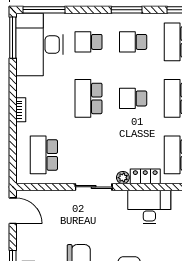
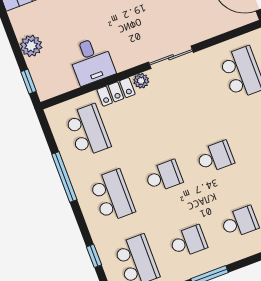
school desk: (88, 98) -> (215, 157), width x0.54
desk: (149, 207) -> (91, 61), width x0.73

